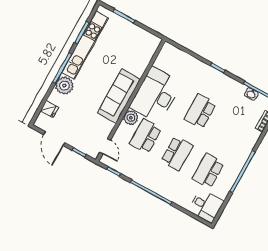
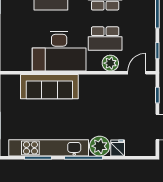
sofa: (119, 96) -> (49, 87), moved
fridge: (49, 109) -> (118, 148), moved
plant: (131, 118) -> (110, 63), moved

